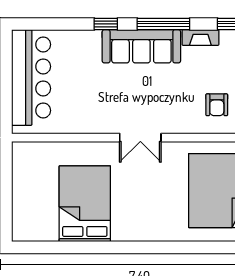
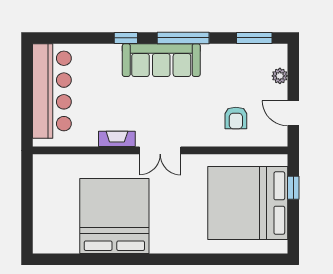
fireplace: (200, 38) -> (117, 139), moved, turned 180
bed: (85, 204) -> (114, 216), width x1.36

